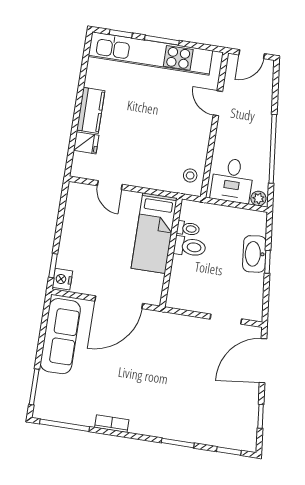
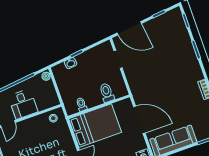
desk: (232, 180) -> (23, 104), moved, turned 90
bed: (154, 233) -> (95, 126), width x1.50
toilet: (190, 247) -> (107, 93), moved
washbasin: (254, 254) -> (71, 63), width x0.52, depth x0.69

